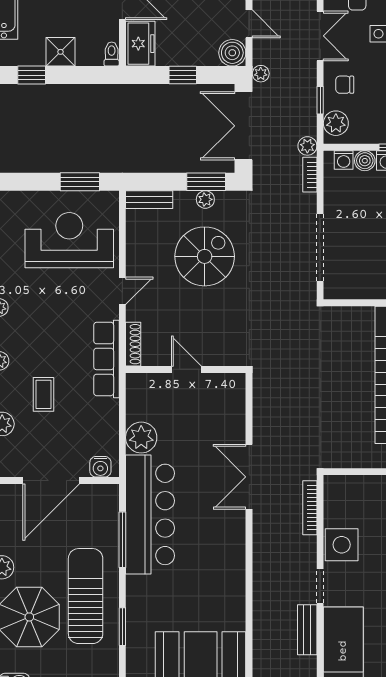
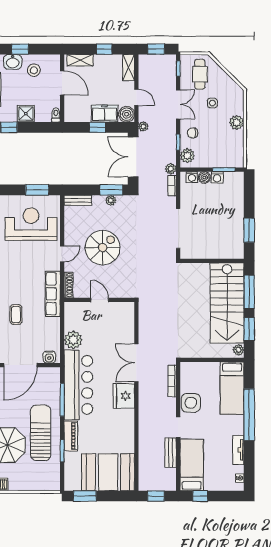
freezer: (140, 44) -> (105, 113), moved, turned -90
spiral stairs: (205, 256) -> (103, 248), moved
fridge: (228, 533) -> (124, 396), added
piano: (137, 601) -> (71, 436), added

